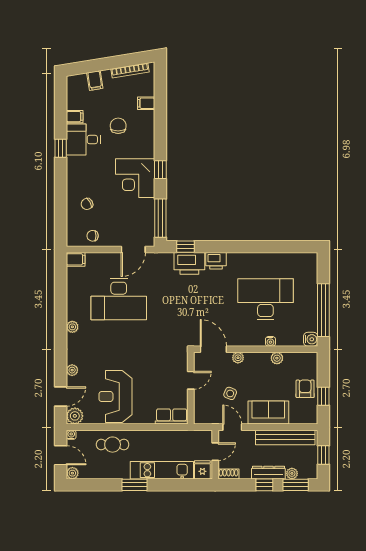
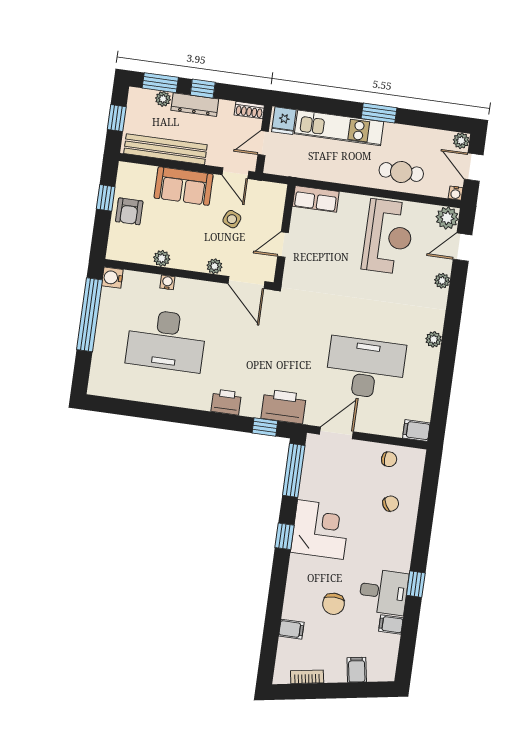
bookcase: (130, 70) -> (307, 677), width x0.64
printer: (189, 263) -> (284, 406), moved

